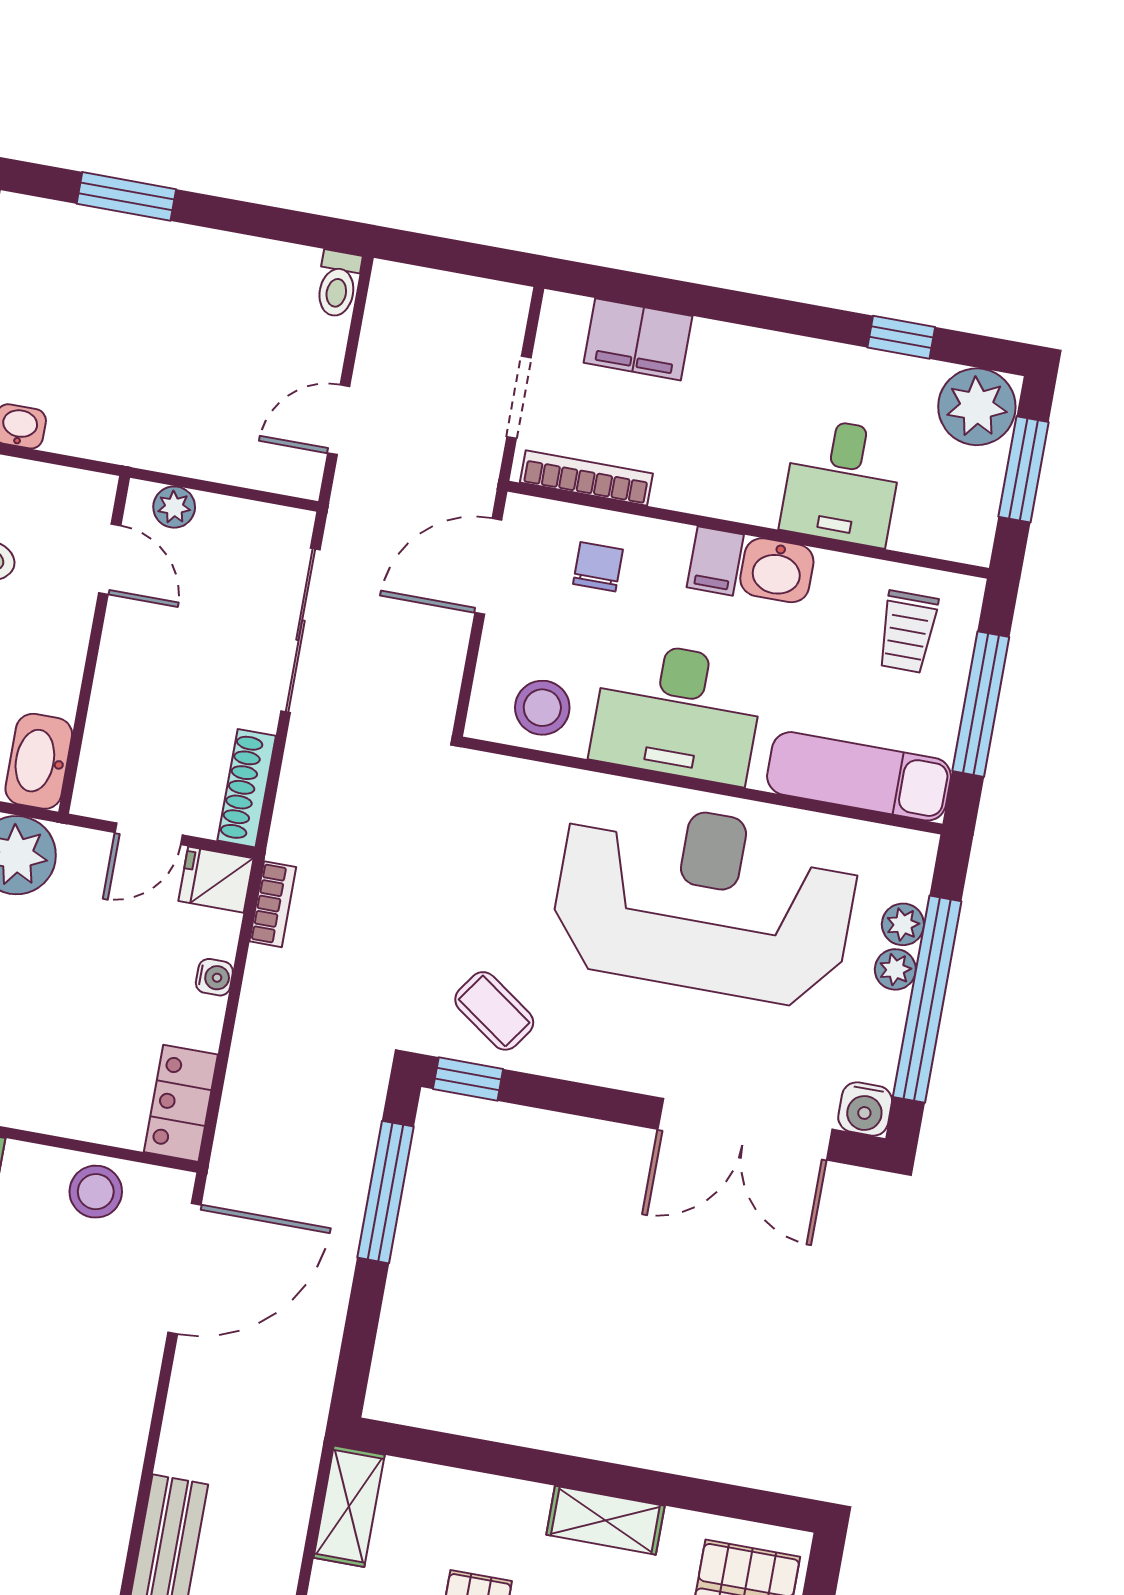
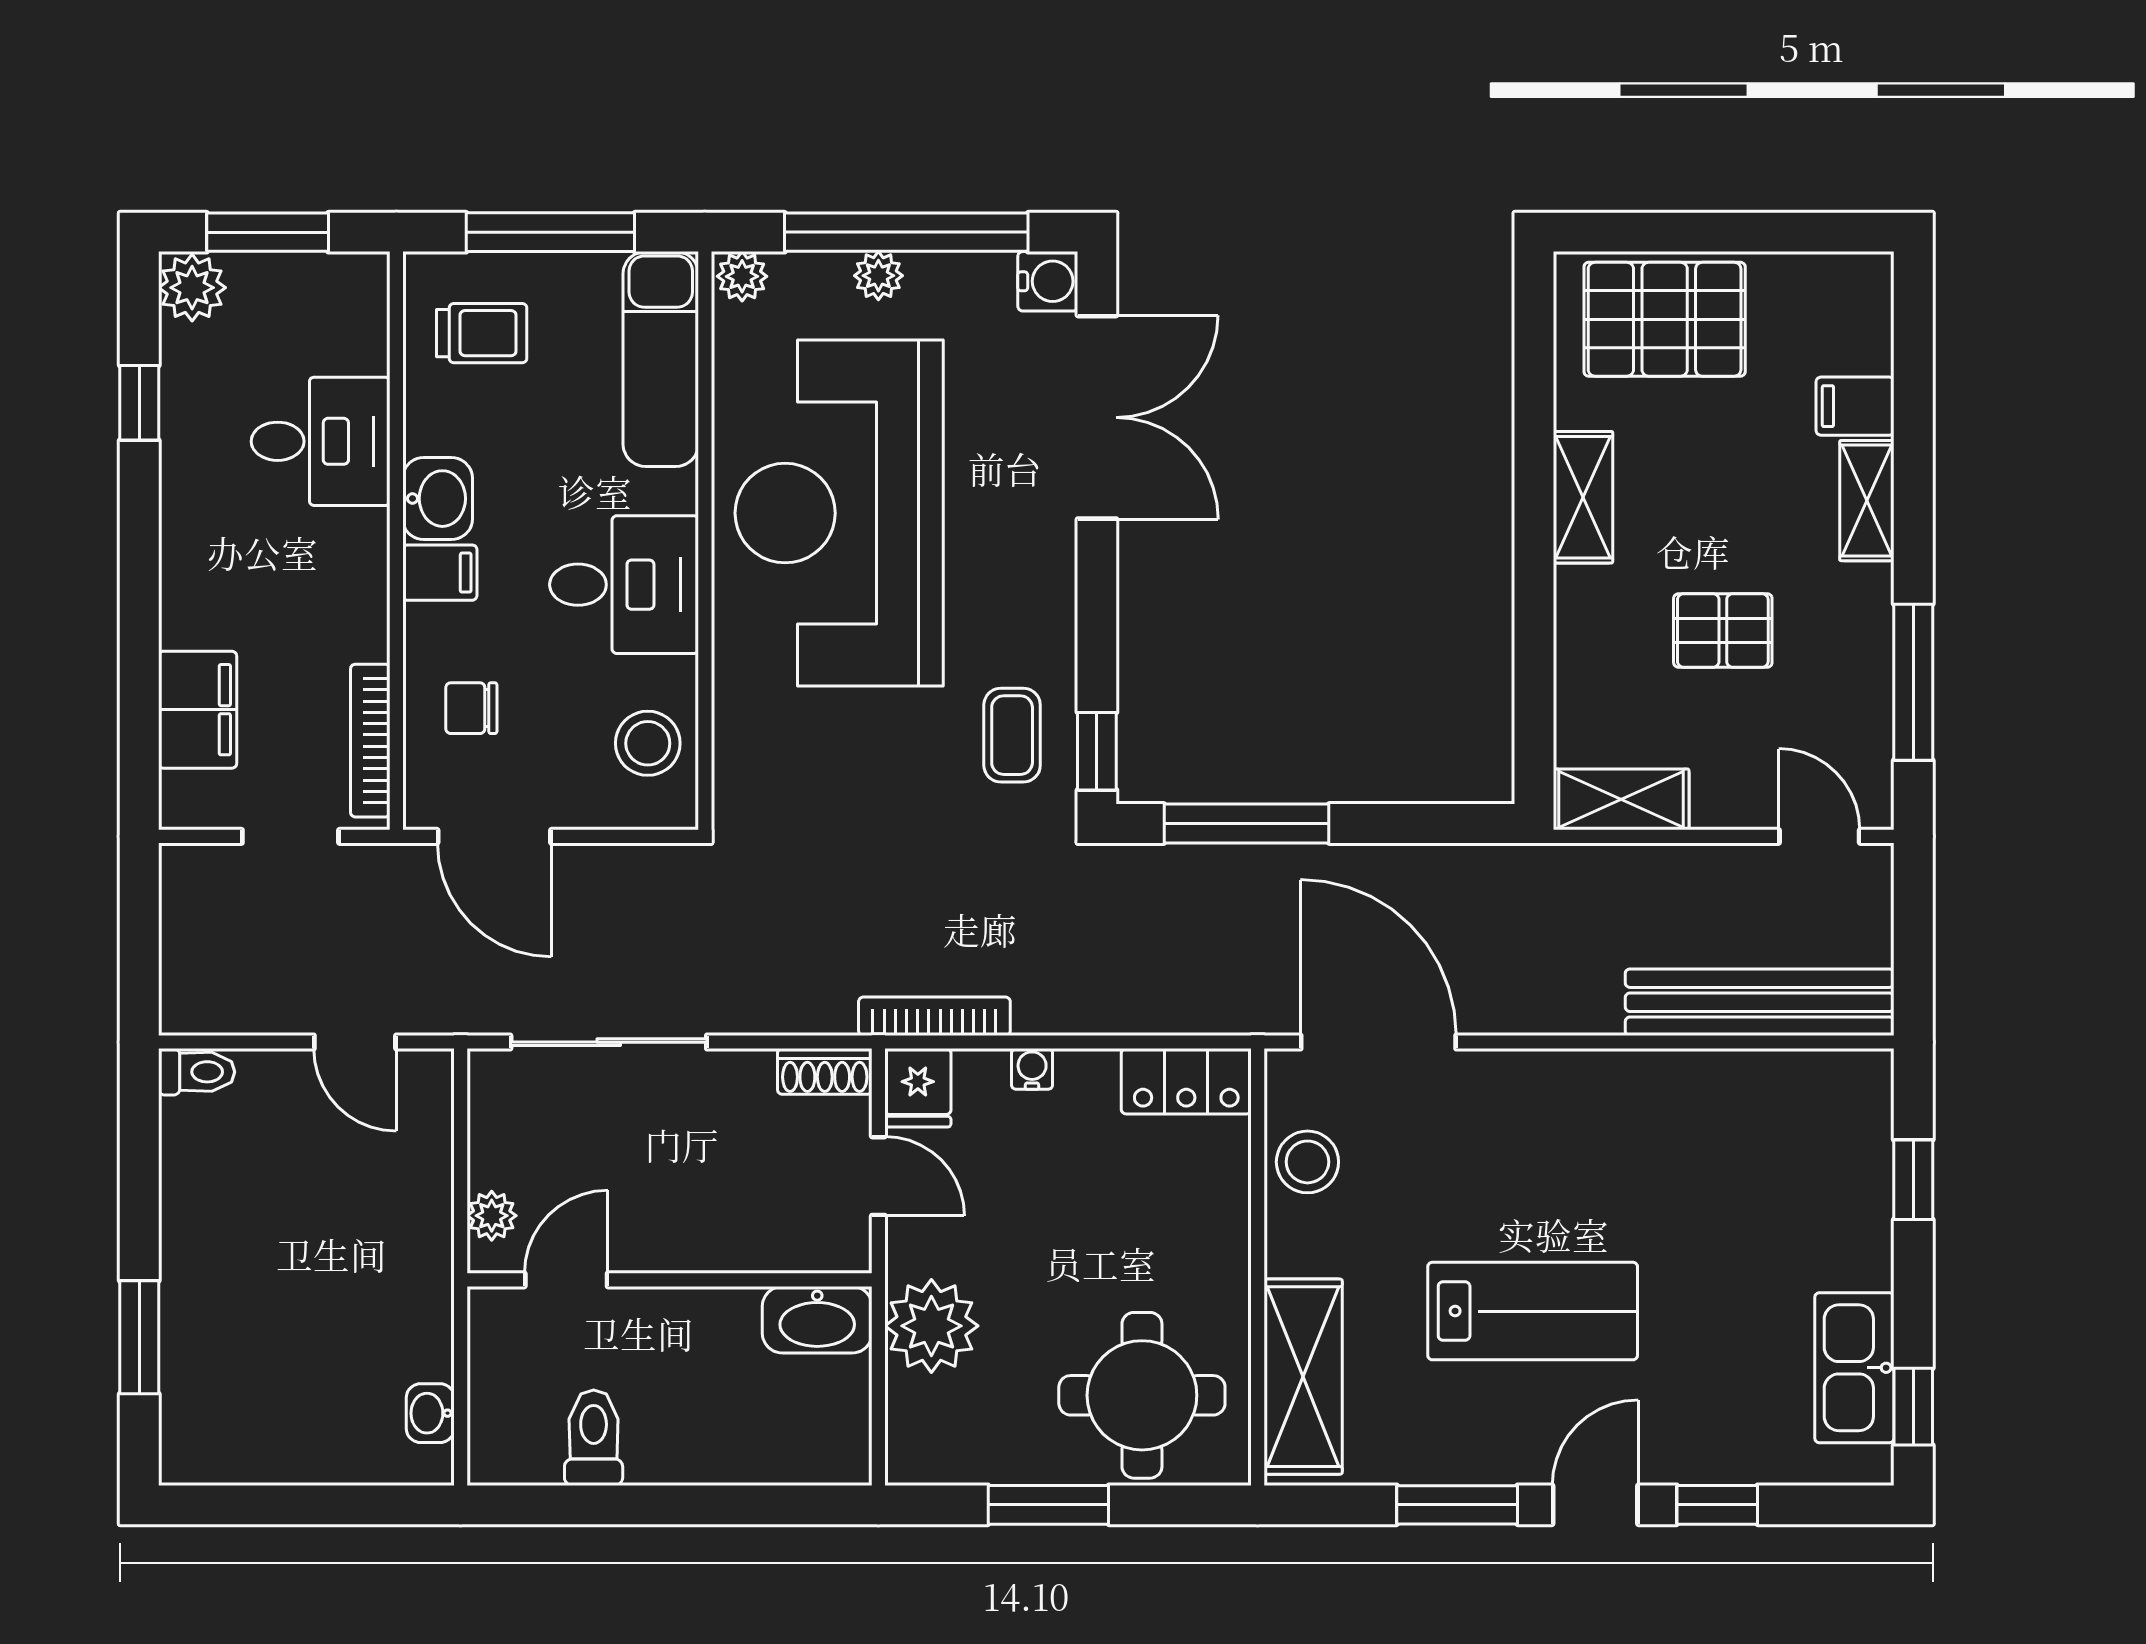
plant: (977, 407) -> (192, 288), width x0.73, depth x0.73
desk: (677, 712) -> (624, 585), width x0.73
shoe rack: (247, 788) -> (825, 1071), width x0.70
bookcase: (273, 904) -> (934, 1016), width x1.56
plant: (903, 924) -> (742, 276), moved
coffee table: (494, 1011) -> (1012, 735), turned -35

